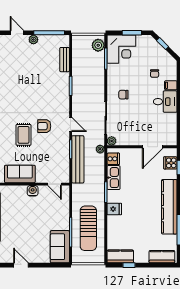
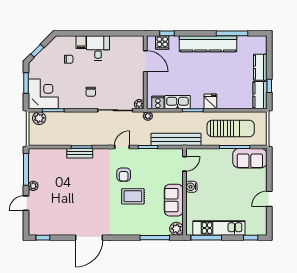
bench: (65, 60) -> (80, 153), moved
bench: (78, 159) -> (176, 139), moved
kitchen counter: (162, 257) -> (260, 67), moved

